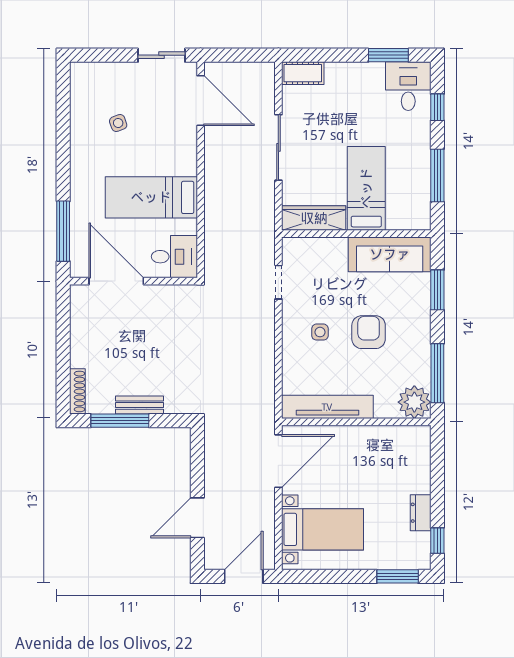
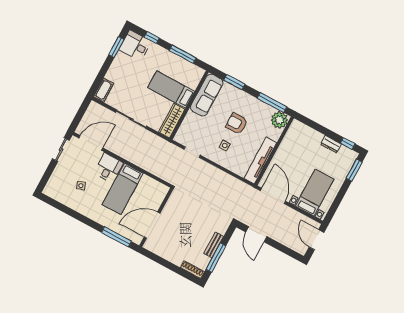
desk: (174, 257) -> (109, 168), moved
door: (197, 518) -> (256, 234), moved

